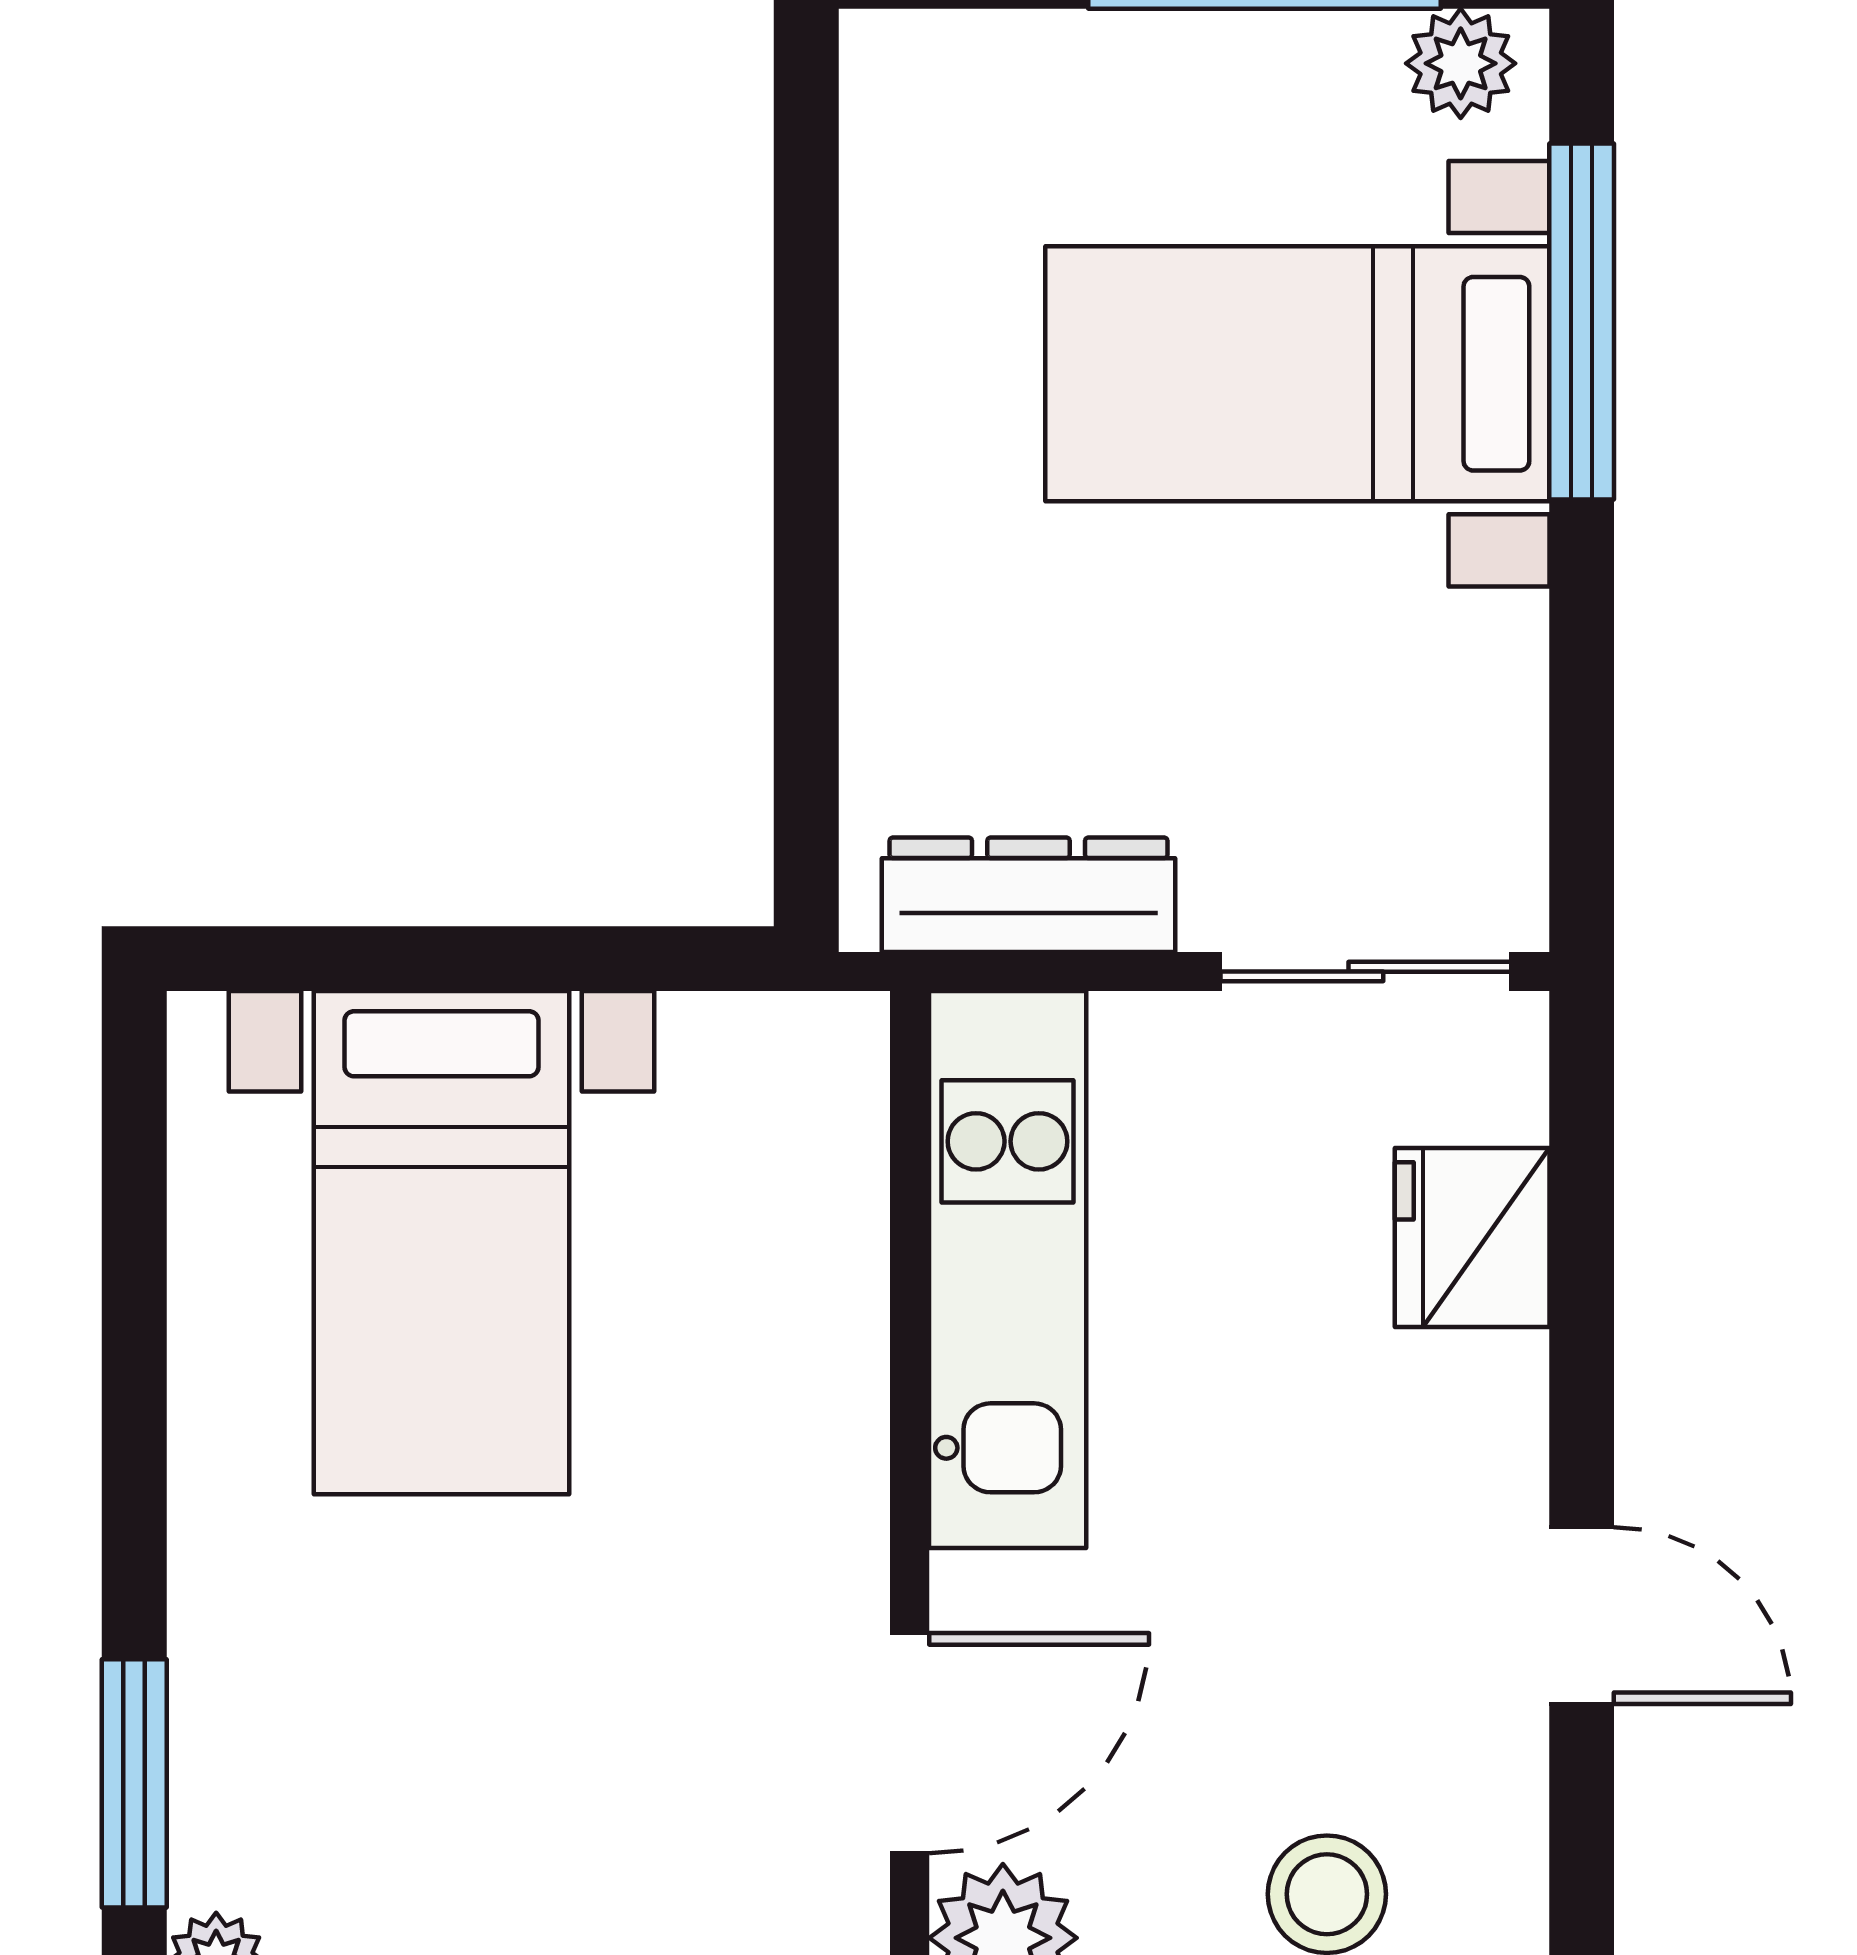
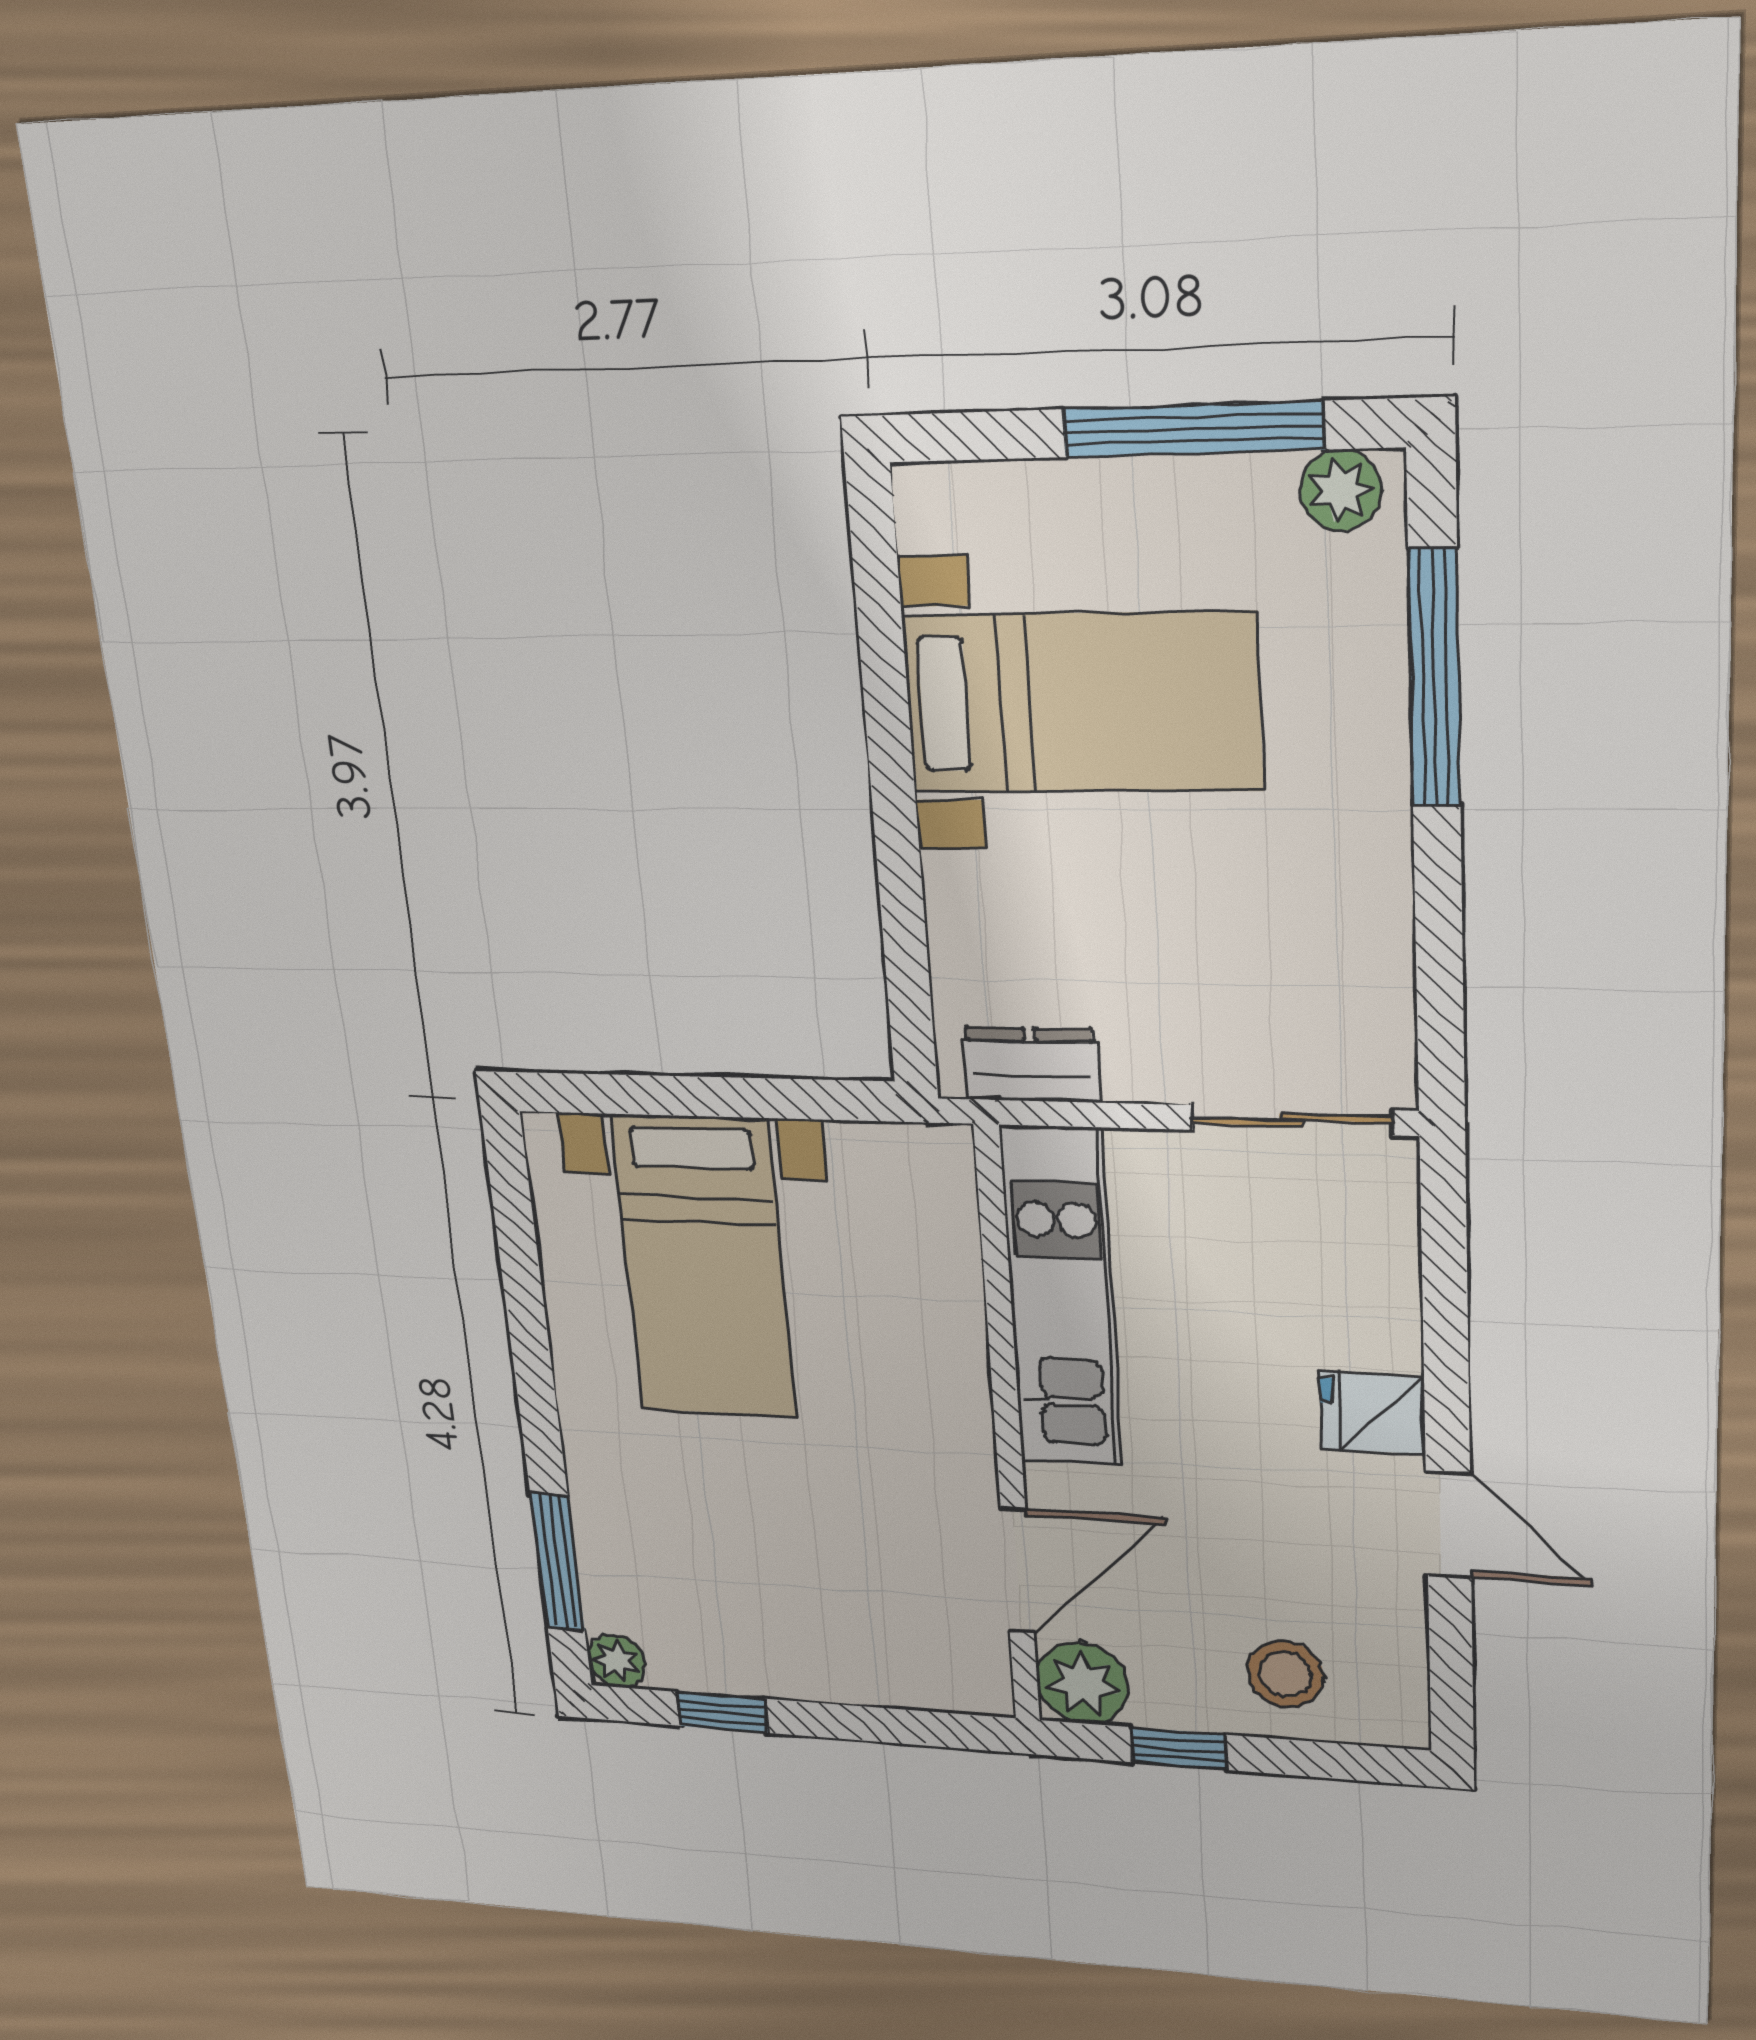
bed with nightstands: (1297, 374) -> (1082, 703), moved, turned 180
dresser: (1029, 895) -> (1031, 1065), width x0.70
fridge: (1472, 1237) -> (1373, 1413), moved, width x0.72

